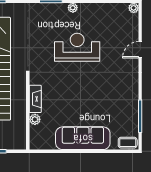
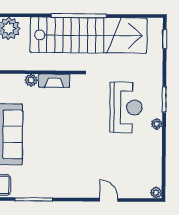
reception desk: (77, 47) -> (126, 107), moved

